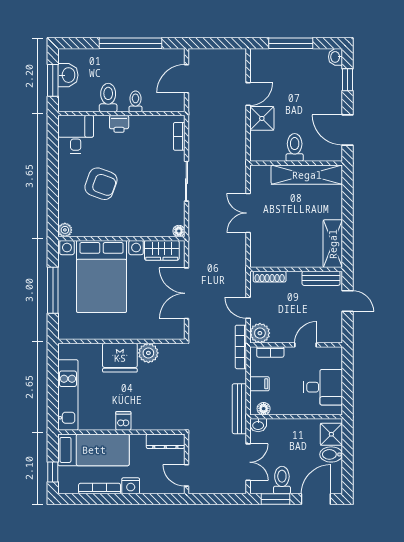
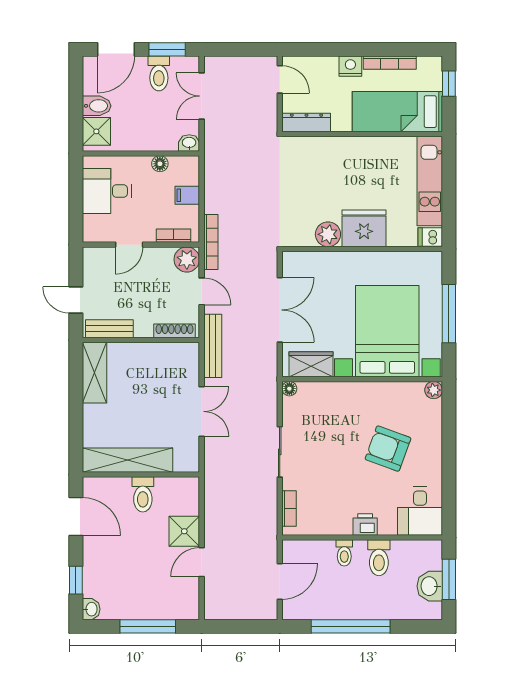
bench: (239, 409) -> (213, 346), moved
floor lamp: (264, 409) -> (160, 164), moved
dishwasher: (123, 421) -> (430, 237), moved, turned 90

